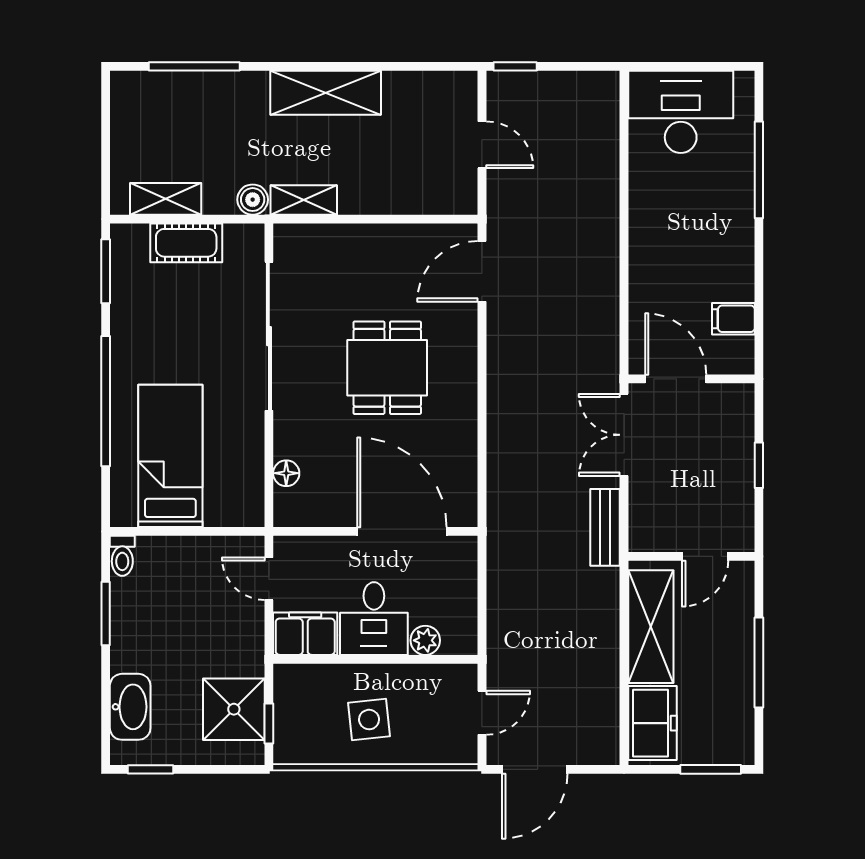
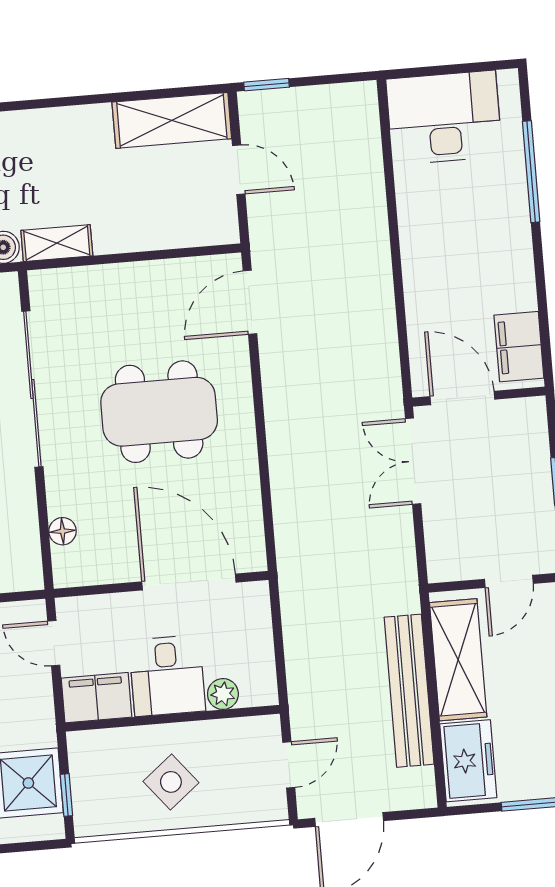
shelving: (326, 93) -> (172, 120), moved
filing cabinet: (733, 319) -> (519, 347), width x2.00
dining table: (387, 368) -> (159, 412), width x1.38
bench: (605, 527) -> (409, 691), moved, width x1.86, depth x1.21
side table: (369, 720) -> (171, 782), turned -33

